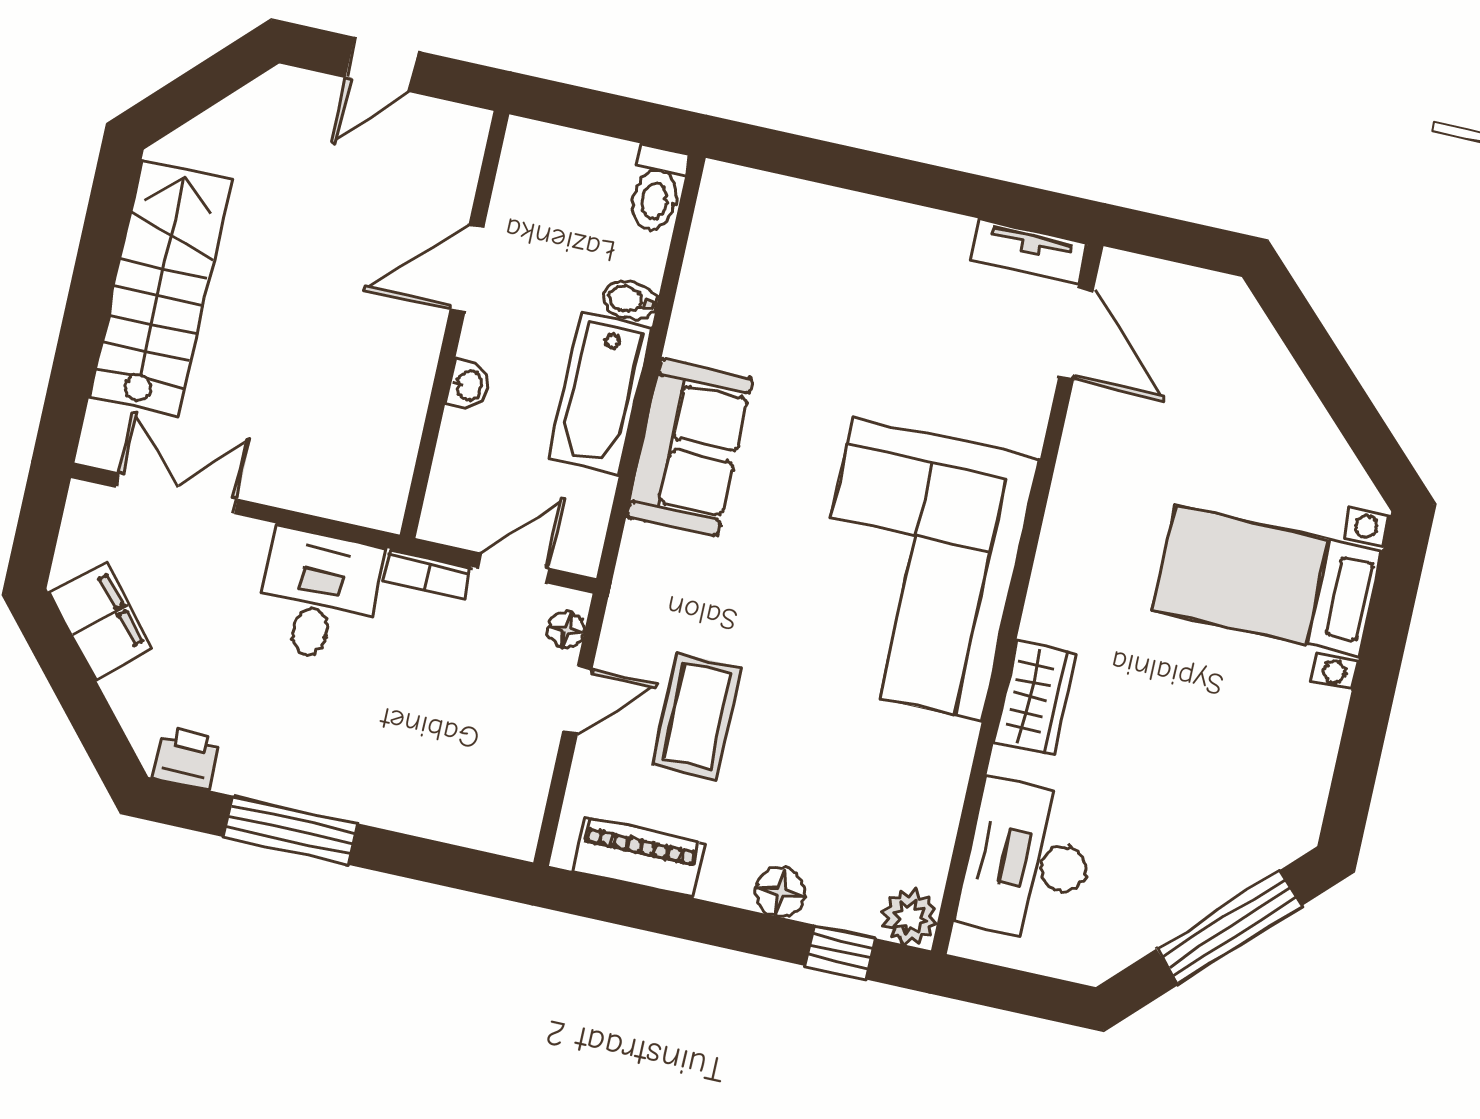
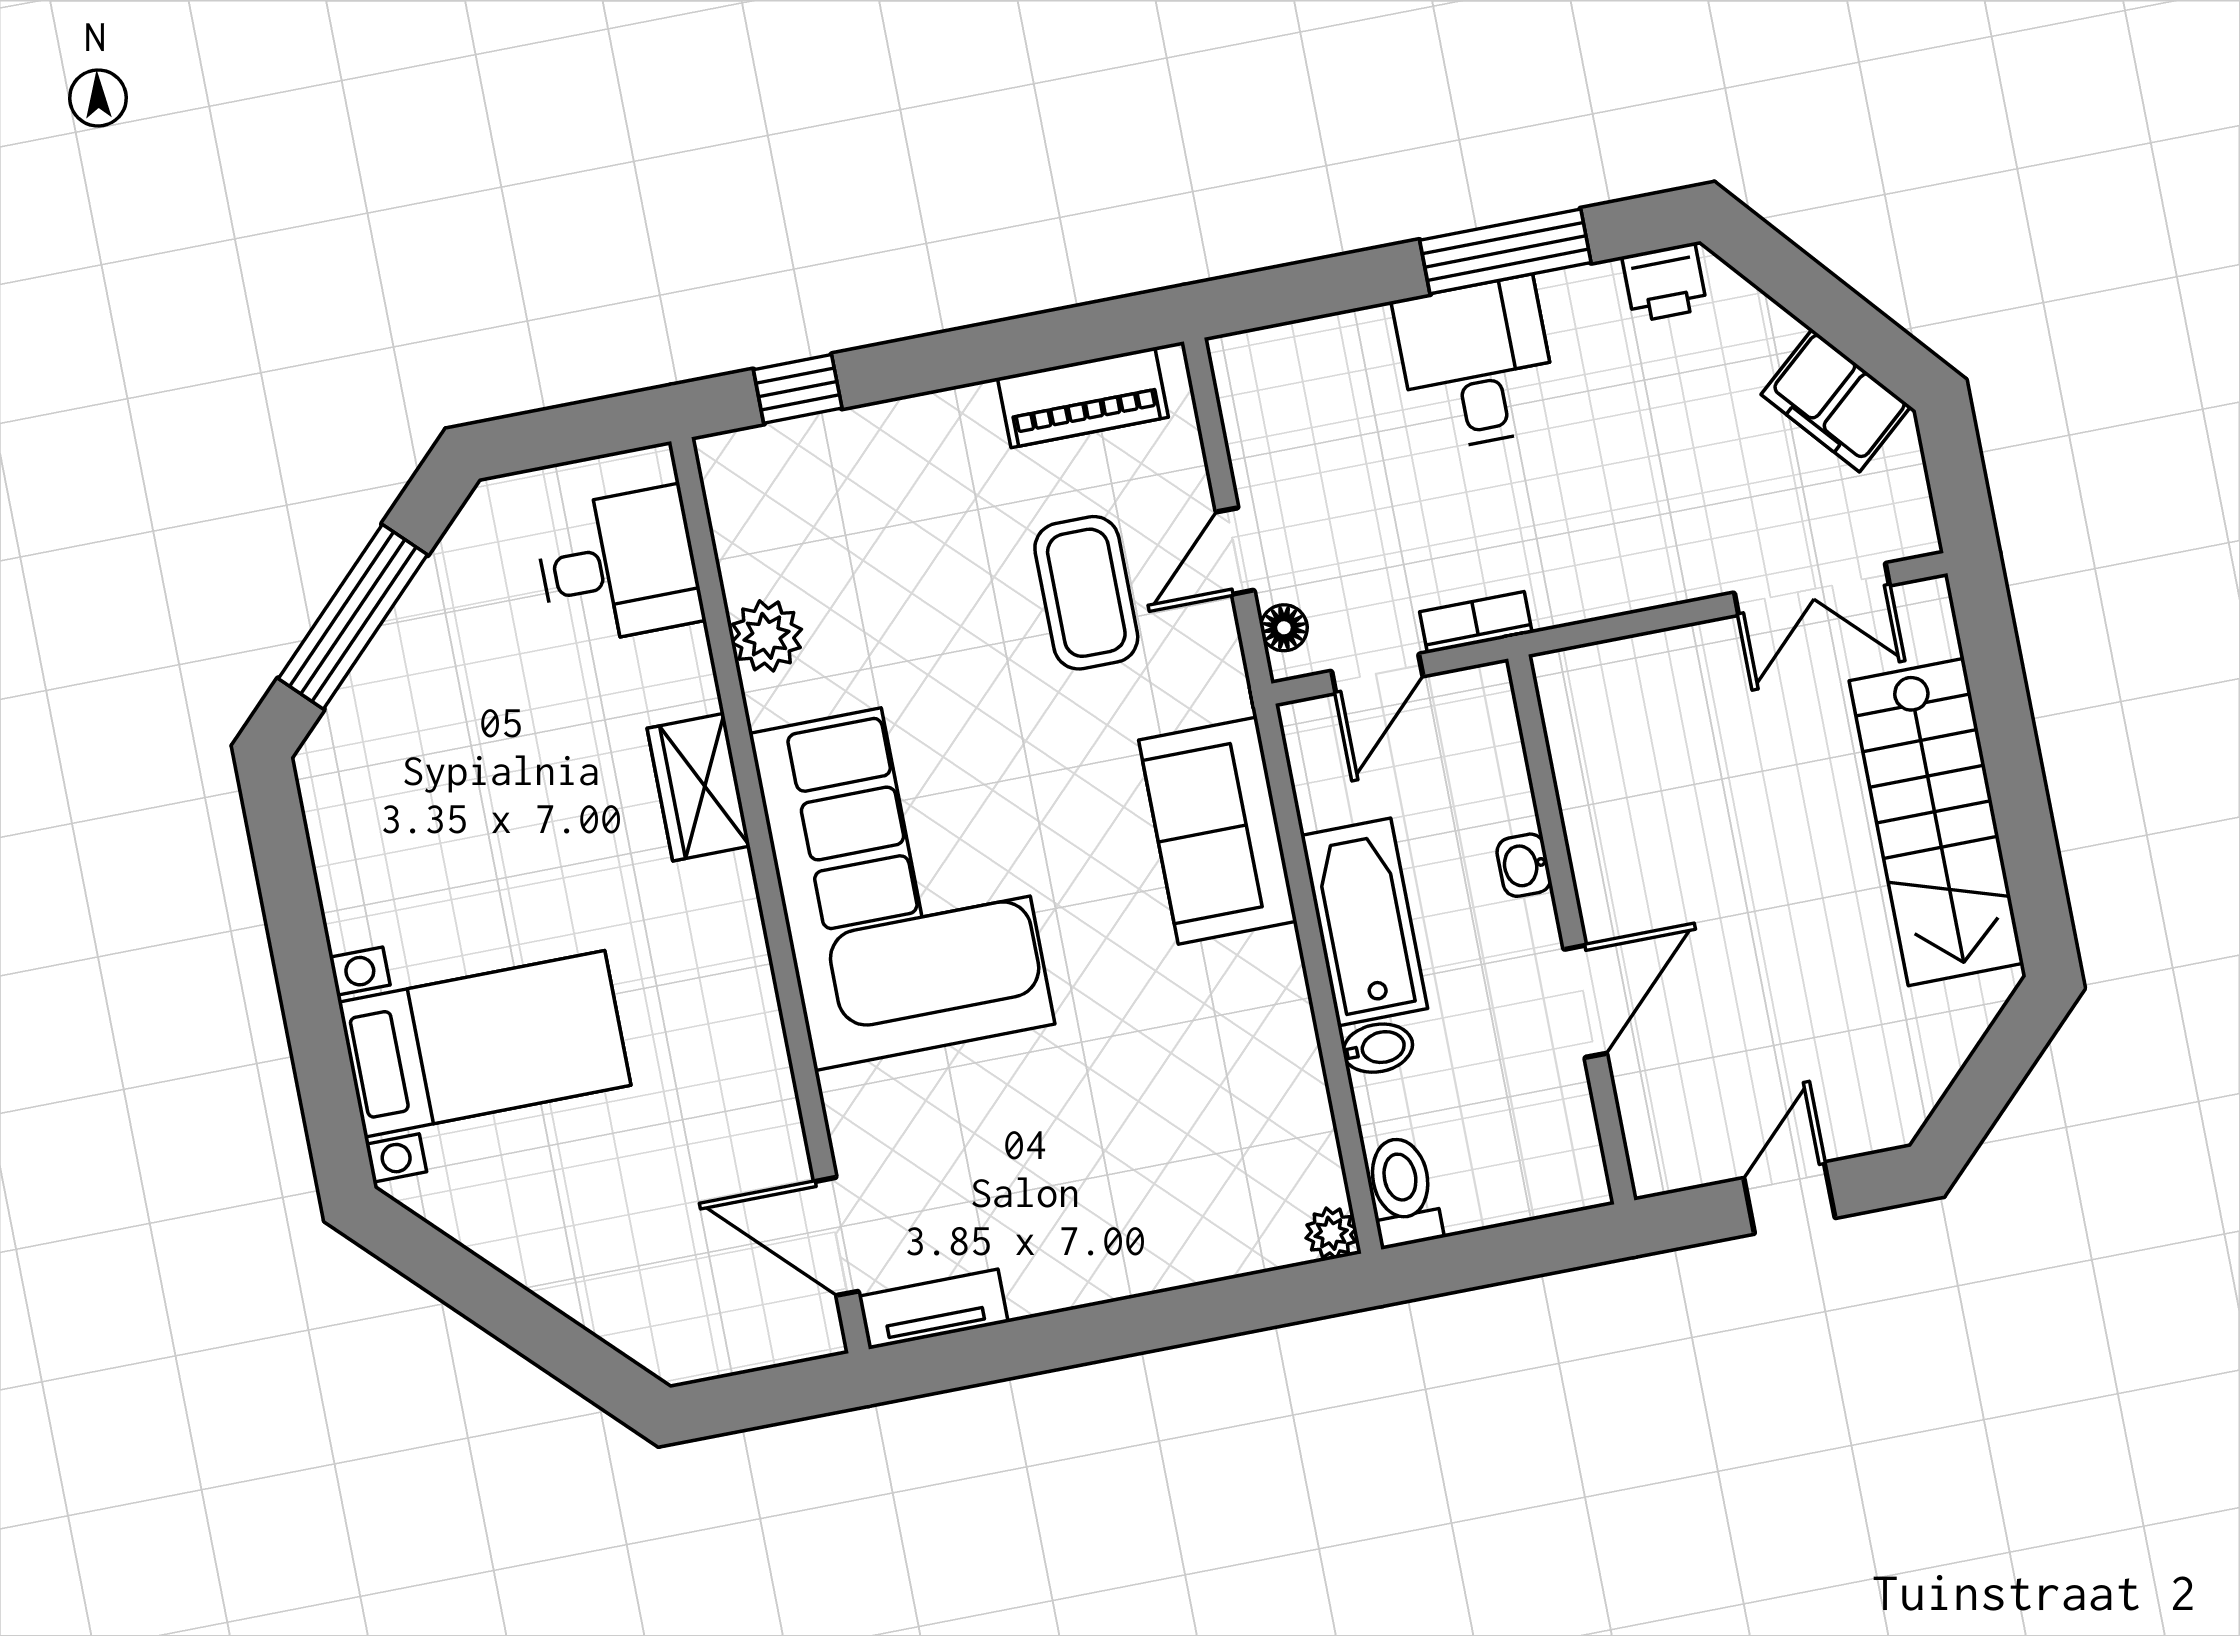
plant: (721, 182) -> (1331, 1233), added
sofa: (690, 447) -> (1218, 831), moved
desk: (318, 595) -> (1476, 364), moved, turned 180
desk: (1028, 861) -> (619, 566), width x0.73
floor lamp: (780, 892) -> (898, 429), removed
plant: (910, 917) -> (766, 636), moved

